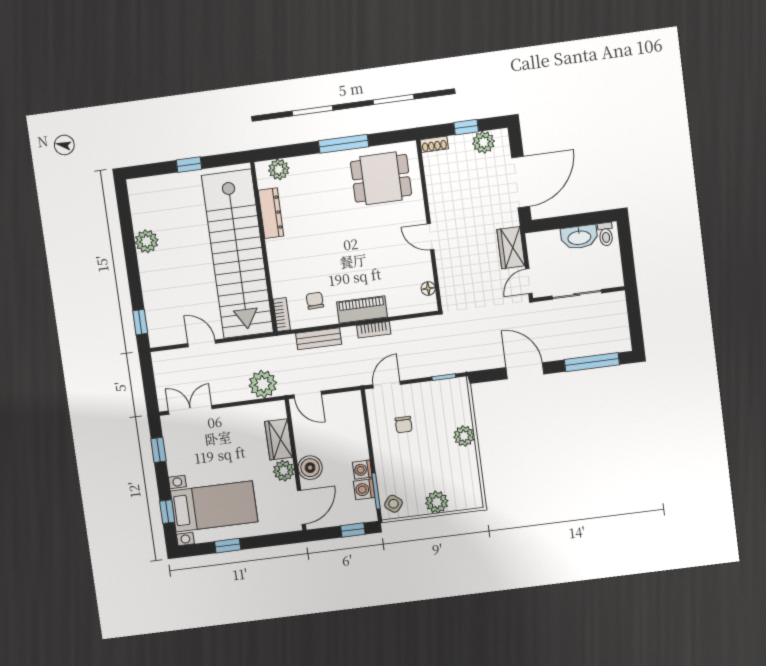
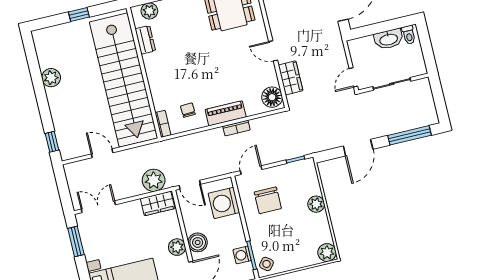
dresser: (271, 213) -> (145, 40), width x0.70
wardrobe: (511, 248) -> (291, 78), moved, turned 180
floor lamp: (428, 288) -> (272, 97), width x1.89, depth x1.89
bench: (319, 339) -> (194, 140), removed
door: (525, 371) -> (358, 148), swing flipped
chair: (404, 425) -> (268, 200), width x1.87, depth x1.87
wardrobe: (279, 439) -> (158, 203), moved, turned -90
window: (158, 450) -> (76, 241), width x1.50
washing machine: (362, 470) -> (224, 203), moved, width x1.89, depth x1.89
plant: (437, 502) -> (327, 253), moved

